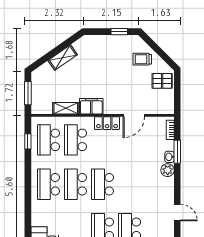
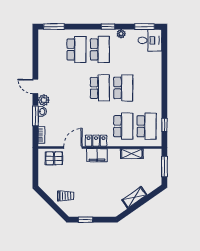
pallet: (162, 81) -> (54, 158), moved
filing cabinet: (91, 106) -> (97, 155), moved
school desk: (48, 184) -> (147, 88), removed
door: (177, 213) -> (35, 86), moved

